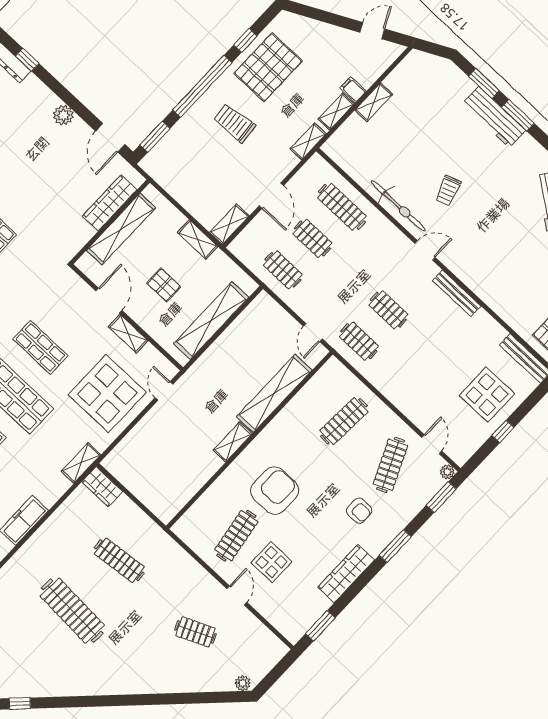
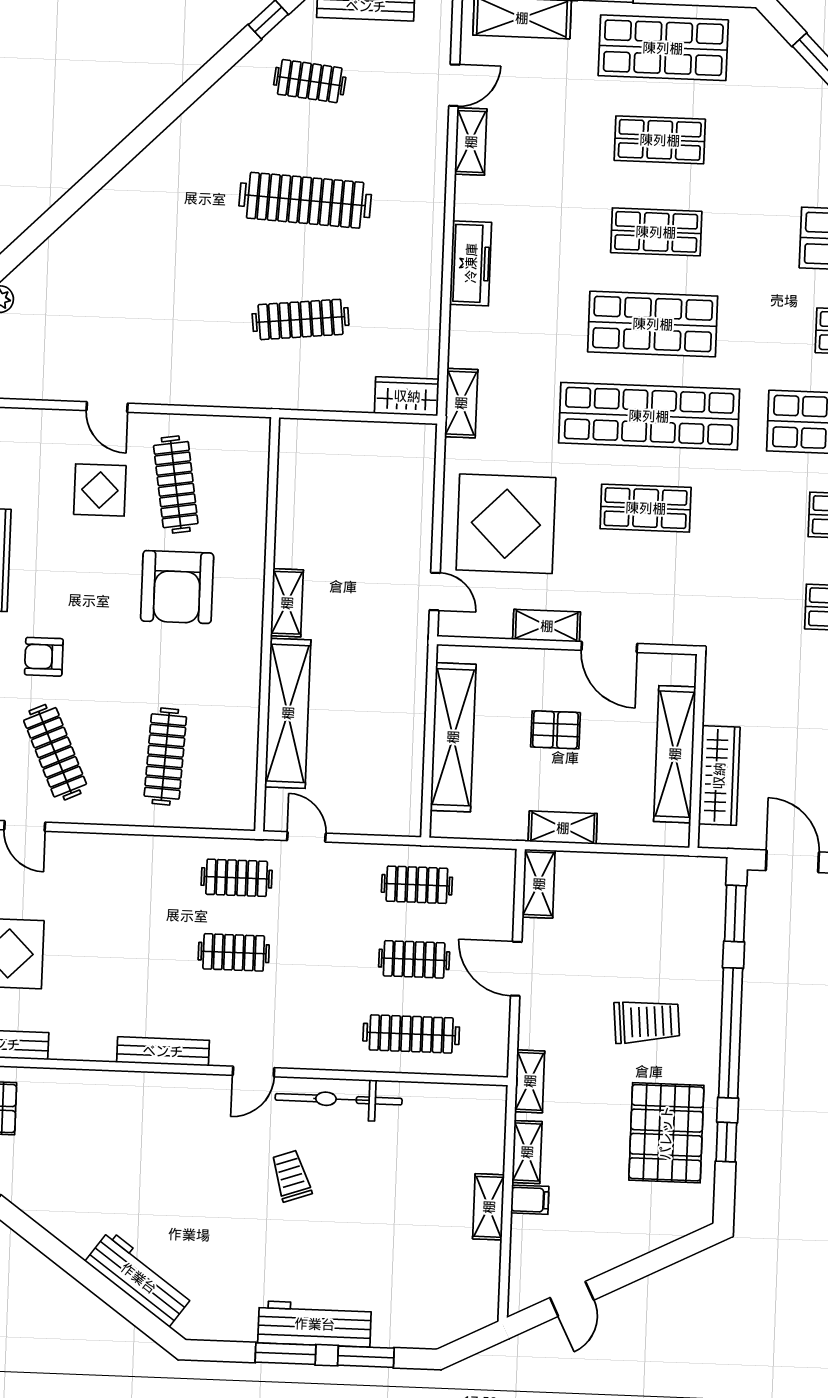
clothes rail: (196, 632) -> (310, 81), moved, turned 30

